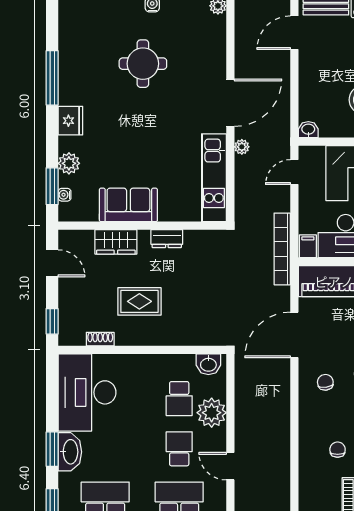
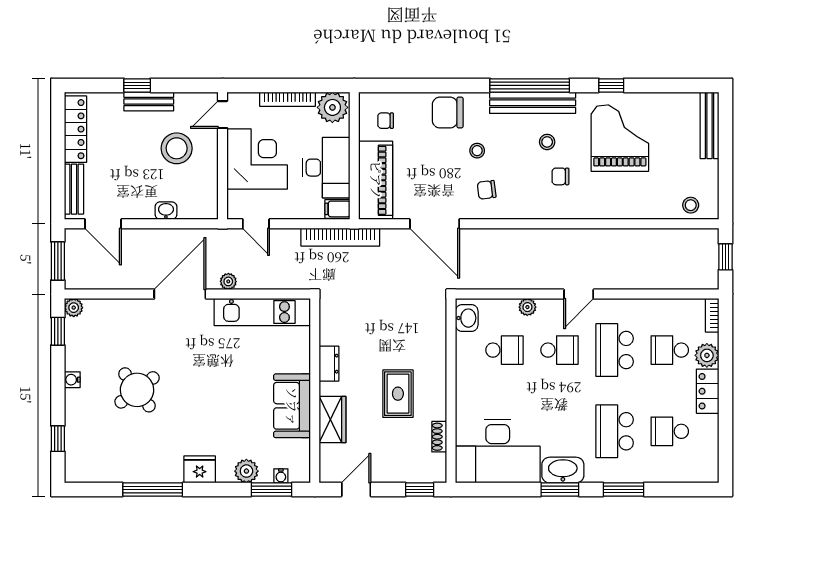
round table: (143, 64) -> (137, 390), turned -37
door: (230, 103) -> (180, 294), hinge flipped
washbasin: (308, 130) -> (166, 211), moved, turned 90
plant: (212, 413) -> (527, 307), width x0.53, depth x0.53
school desk: (179, 449) -> (560, 350), turned 180

